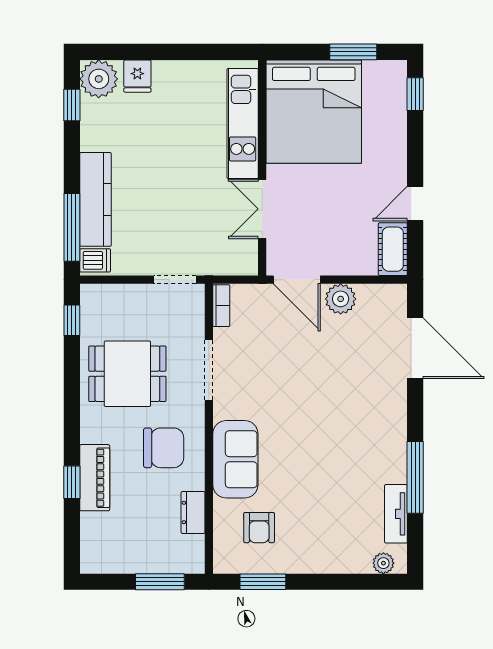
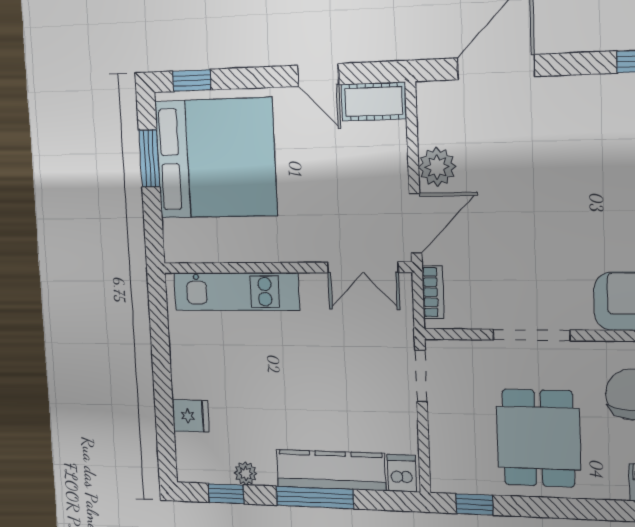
plant: (99, 79) -> (246, 473), moved, width x0.53, depth x0.53
bed: (314, 112) -> (216, 158), moved
double door: (262, 209) -> (363, 267), moved
window: (72, 227) -> (315, 497), moved
bookcase: (221, 306) -> (433, 292), moved, turned 90

